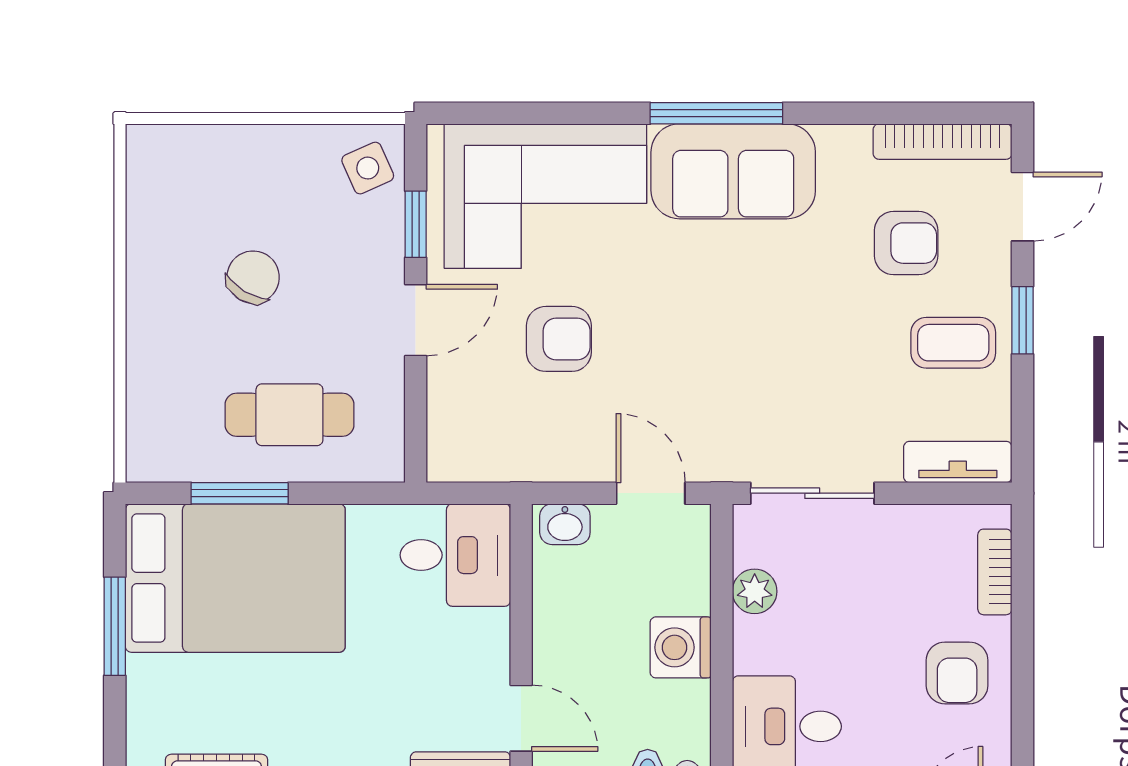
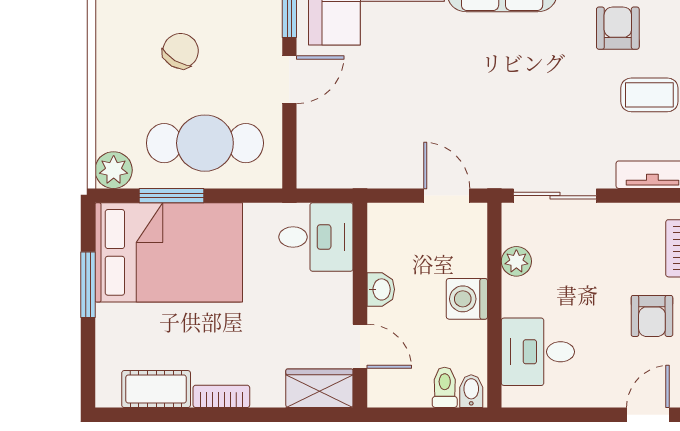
armchair: (906, 243) -> (618, 28), turned -90
armchair: (559, 339) -> (385, 92), removed
cafe table: (289, 415) -> (205, 143), width x1.37, depth x1.35
plant: (153, 455) -> (114, 170), added
washbasin: (565, 524) -> (381, 289), moved, turned -90

